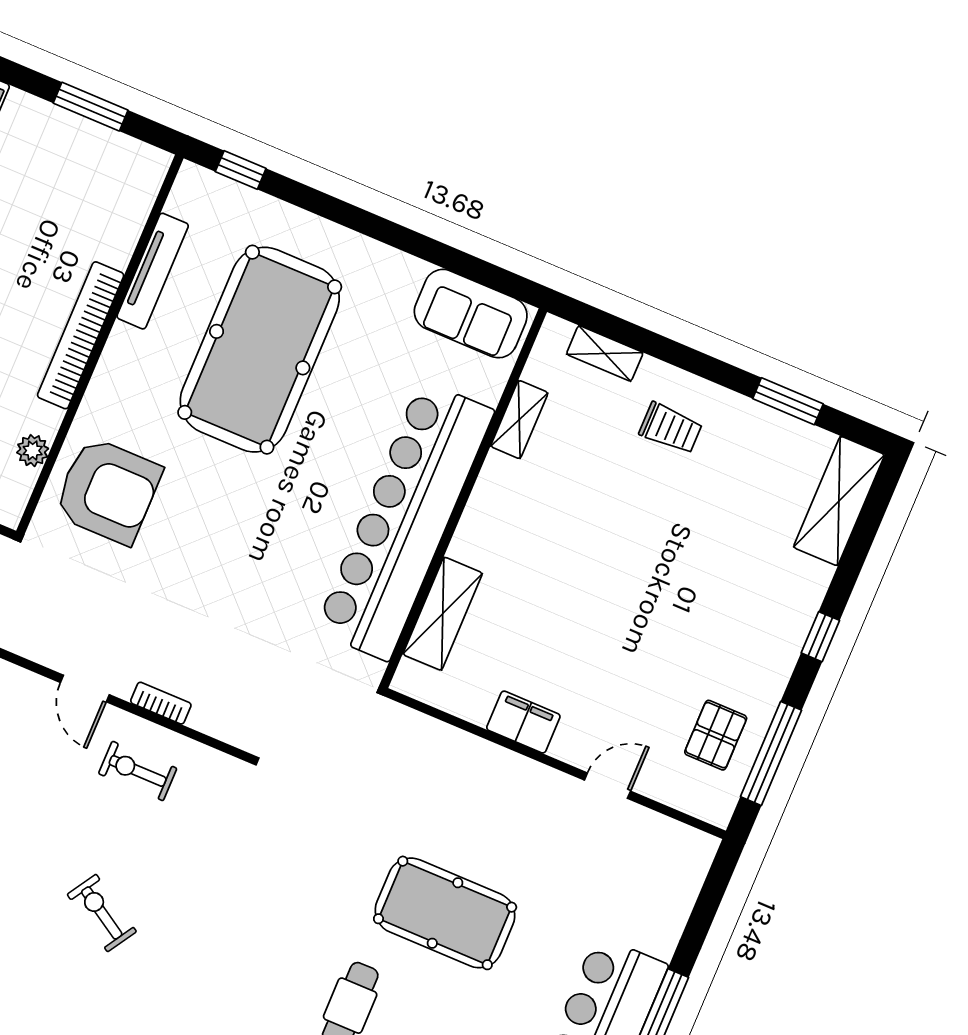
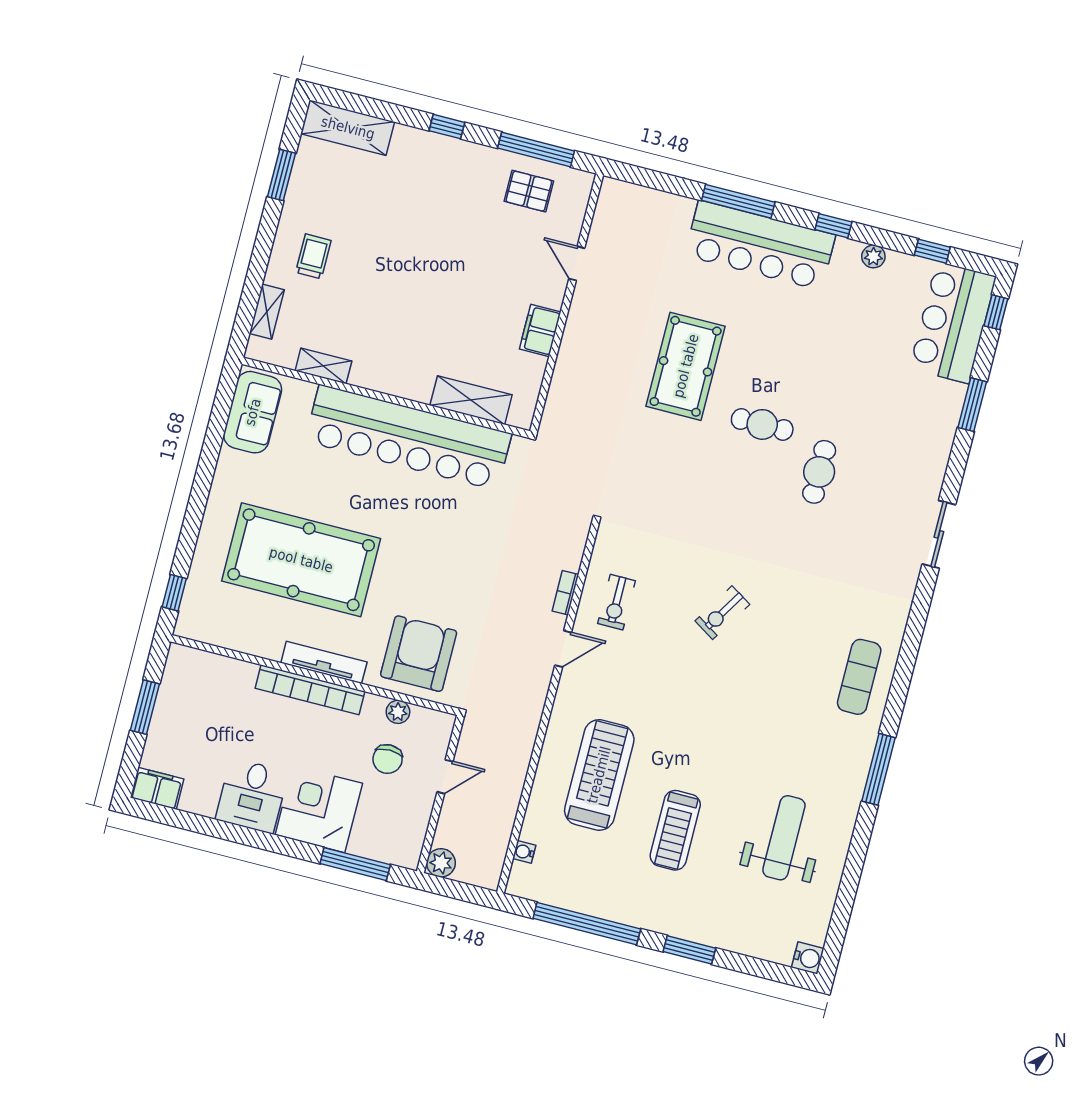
tv unit: (153, 271) -> (324, 662), moved

